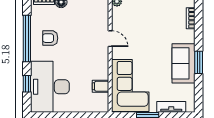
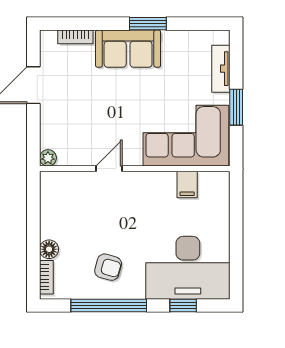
armchair: (50, 38) -> (108, 267), turned -74
sofa: (183, 63) -> (128, 49), moved

